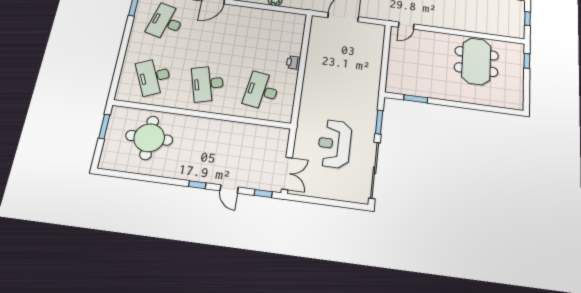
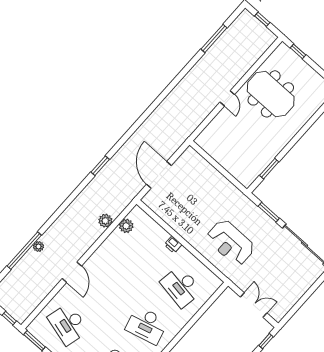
plant: (282, 18) -> (126, 226), added
door: (406, 26) -> (227, 98), moved
reception desk: (335, 144) -> (230, 243), moved
double door: (287, 173) -> (254, 305), moved

